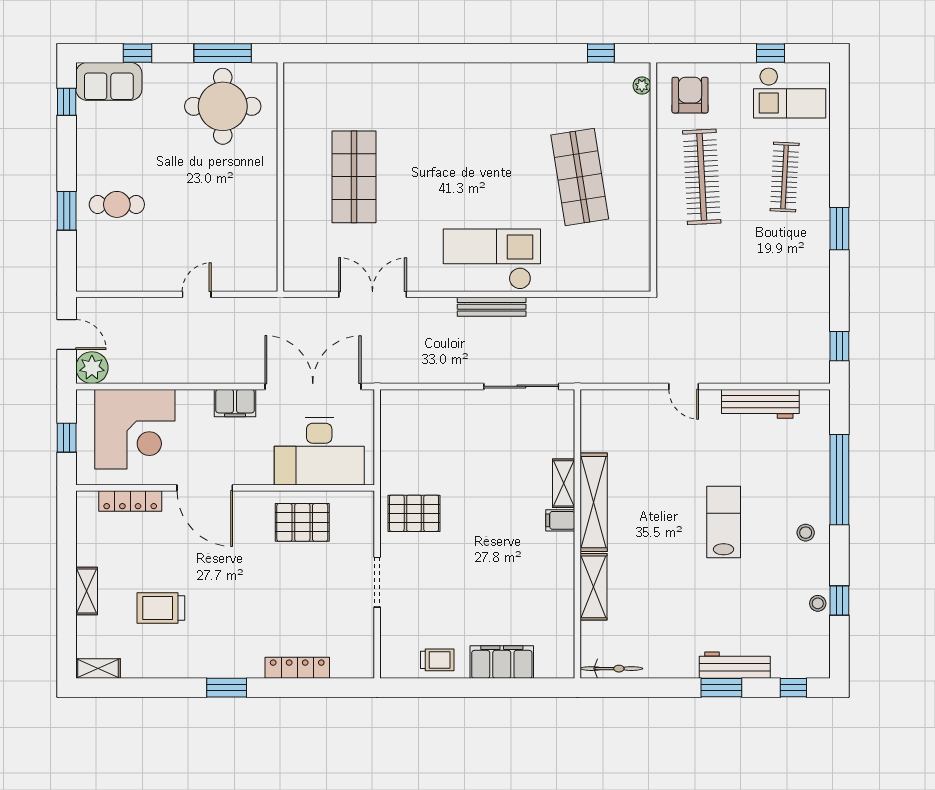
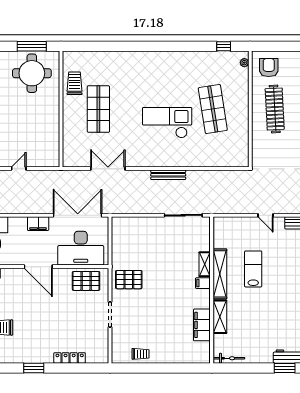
trolley: (307, 126) -> (75, 83), added
checkout: (492, 259) -> (167, 123), moved
door: (205, 488) -> (38, 267), moved
pallet: (302, 522) -> (86, 281), moved
lab bench: (724, 522) -> (253, 269), moved
filing cabinet: (502, 662) -> (202, 325), moved, turned -90

